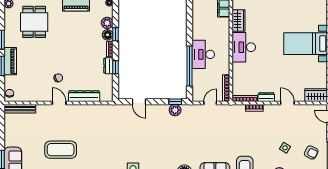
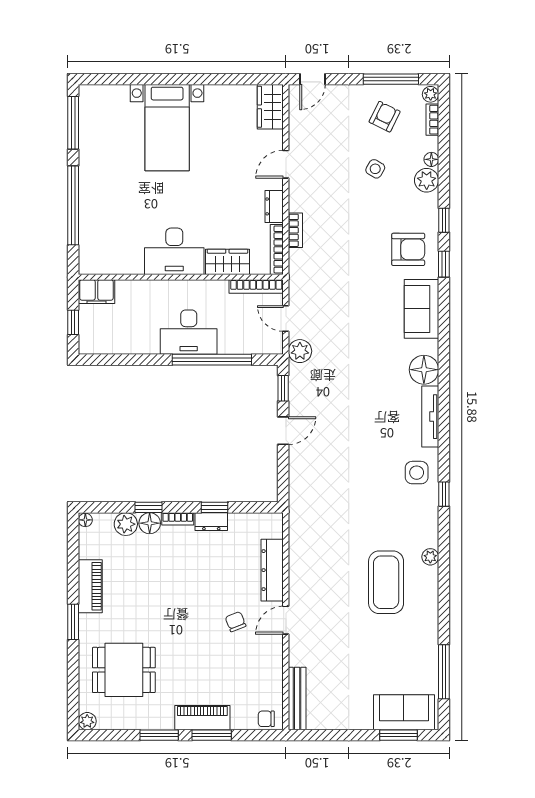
wardrobe: (238, 21) -> (227, 262), moved
door: (139, 102) -> (283, 431), moved
plant: (175, 110) -> (300, 351), moved
coffee table: (61, 150) -> (386, 582), moved

